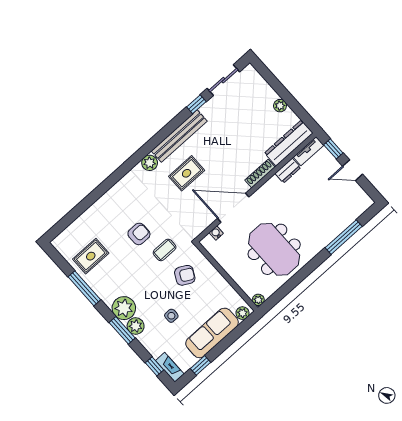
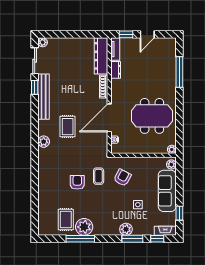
plant: (280, 106) -> (43, 42), moved
bench: (179, 136) -> (44, 97), moved
plant: (124, 308) -> (84, 227), moved
window: (122, 330) -> (132, 239), moved

